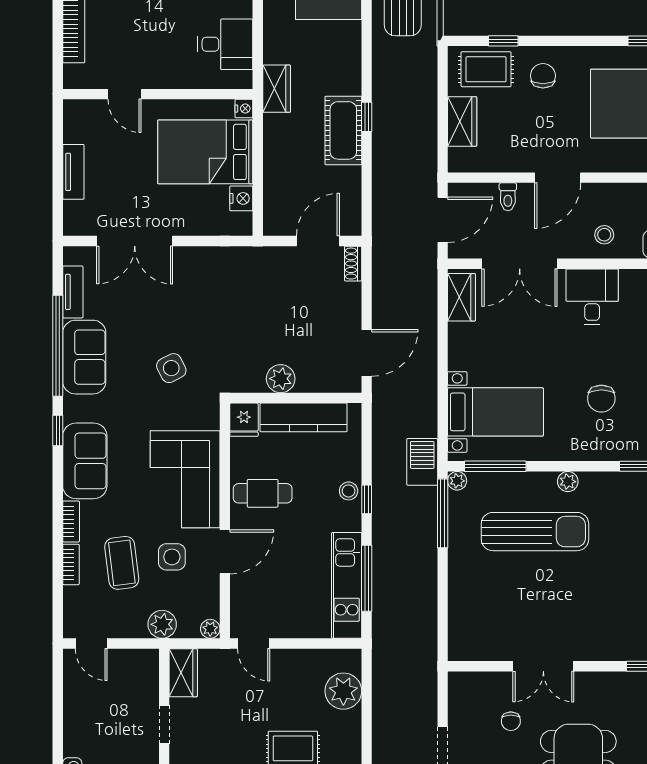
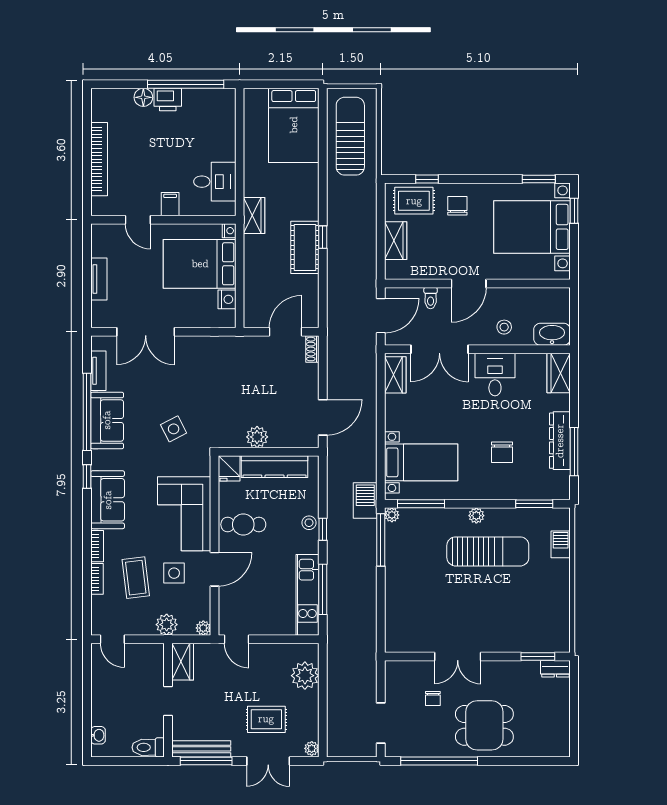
filing cabinet: (167, 74) -> (170, 204), added
sun lounger: (535, 532) -> (488, 551), moved

